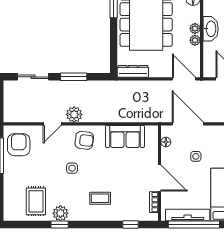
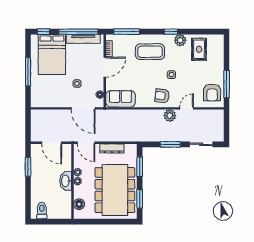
window: (114, 47) -> (140, 167), added
dresser: (133, 71) -> (112, 148), moved
sofa: (125, 136) -> (121, 99), moved
door: (159, 178) -> (105, 67), swing flipped
coffee table: (100, 198) -> (150, 52), width x1.86, depth x1.72
window: (60, 224) -> (171, 32), moved
window: (131, 224) -> (127, 32), width x2.17

